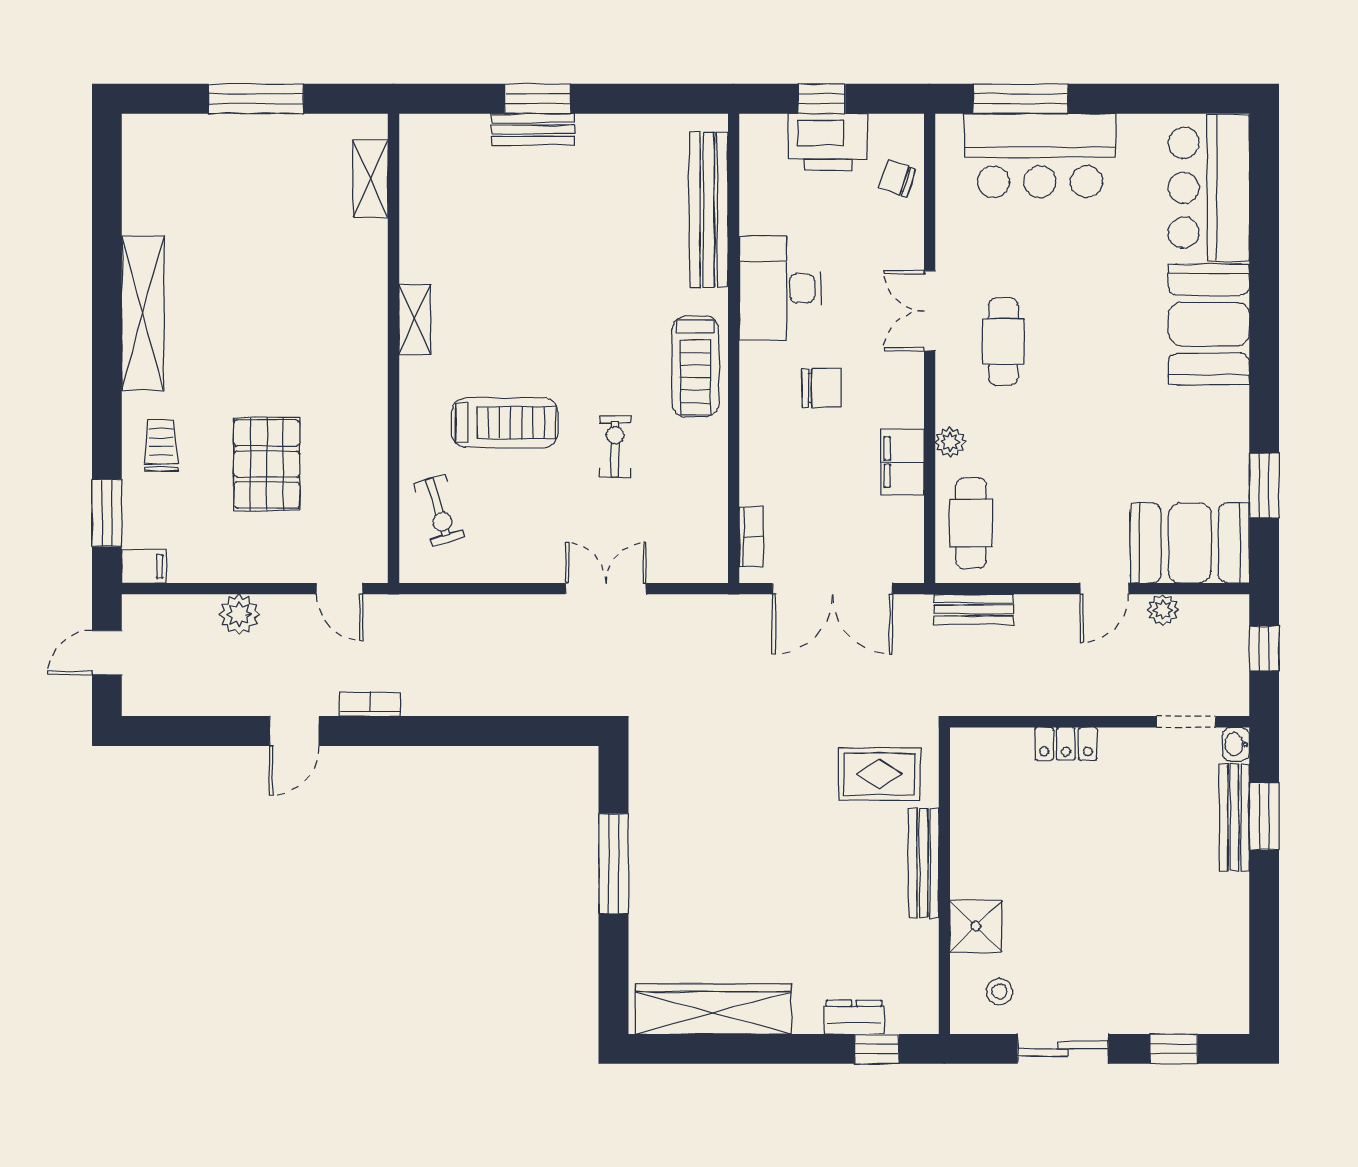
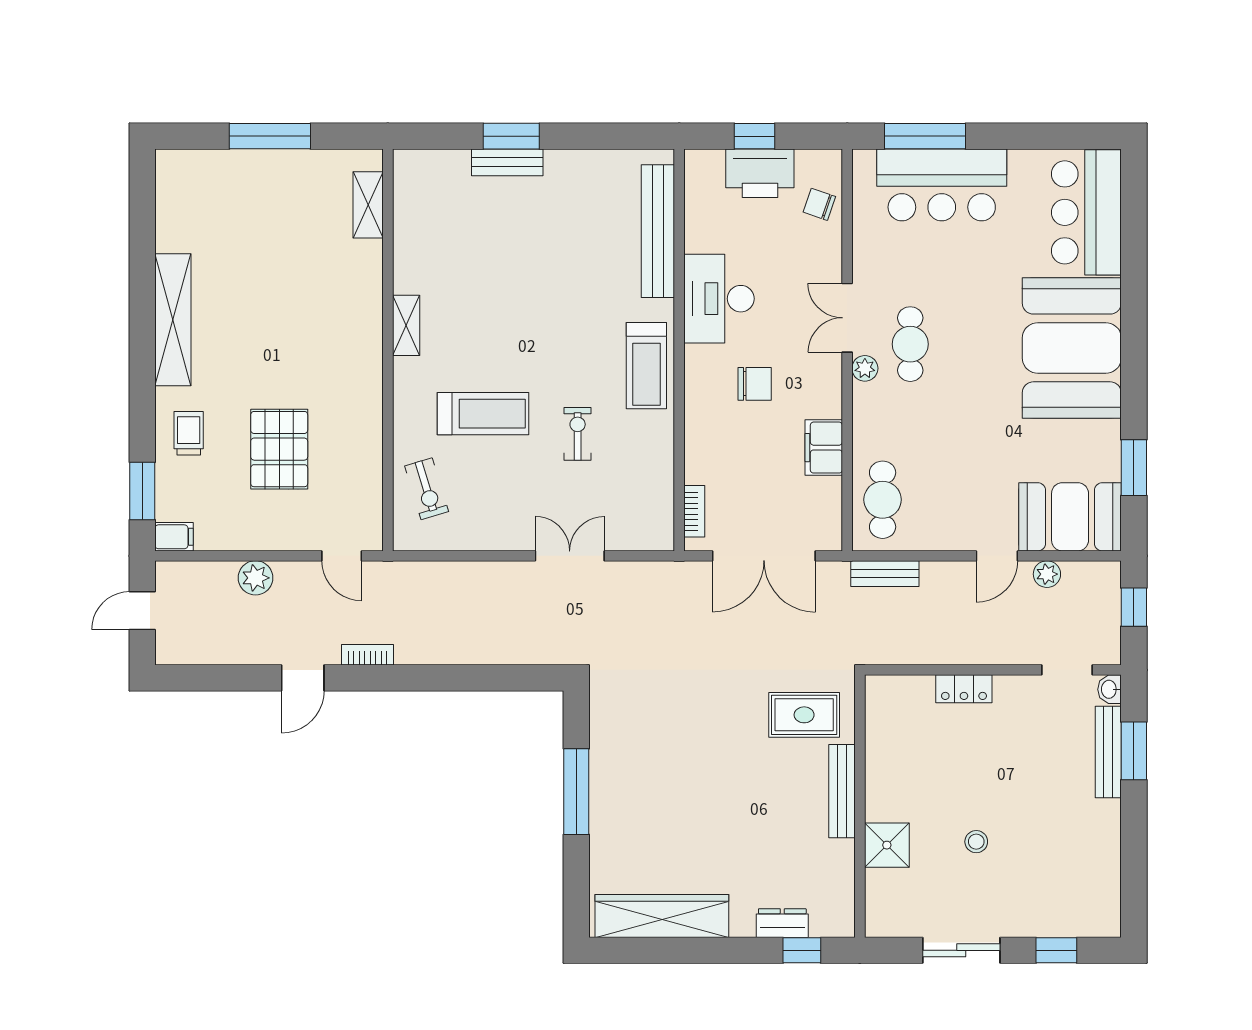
booth: (1209, 324) -> (1072, 348), width x1.36, depth x1.42
plant: (950, 442) -> (865, 368), moved
stool: (999, 992) -> (976, 842), moved

